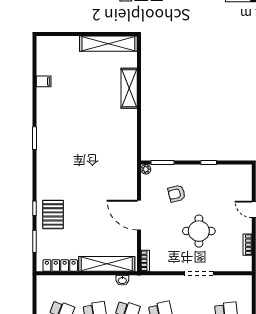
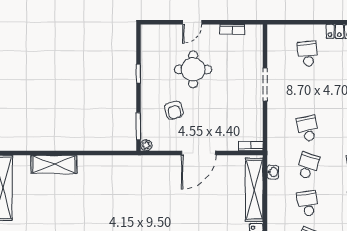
round table: (199, 231) -> (193, 69), moved

